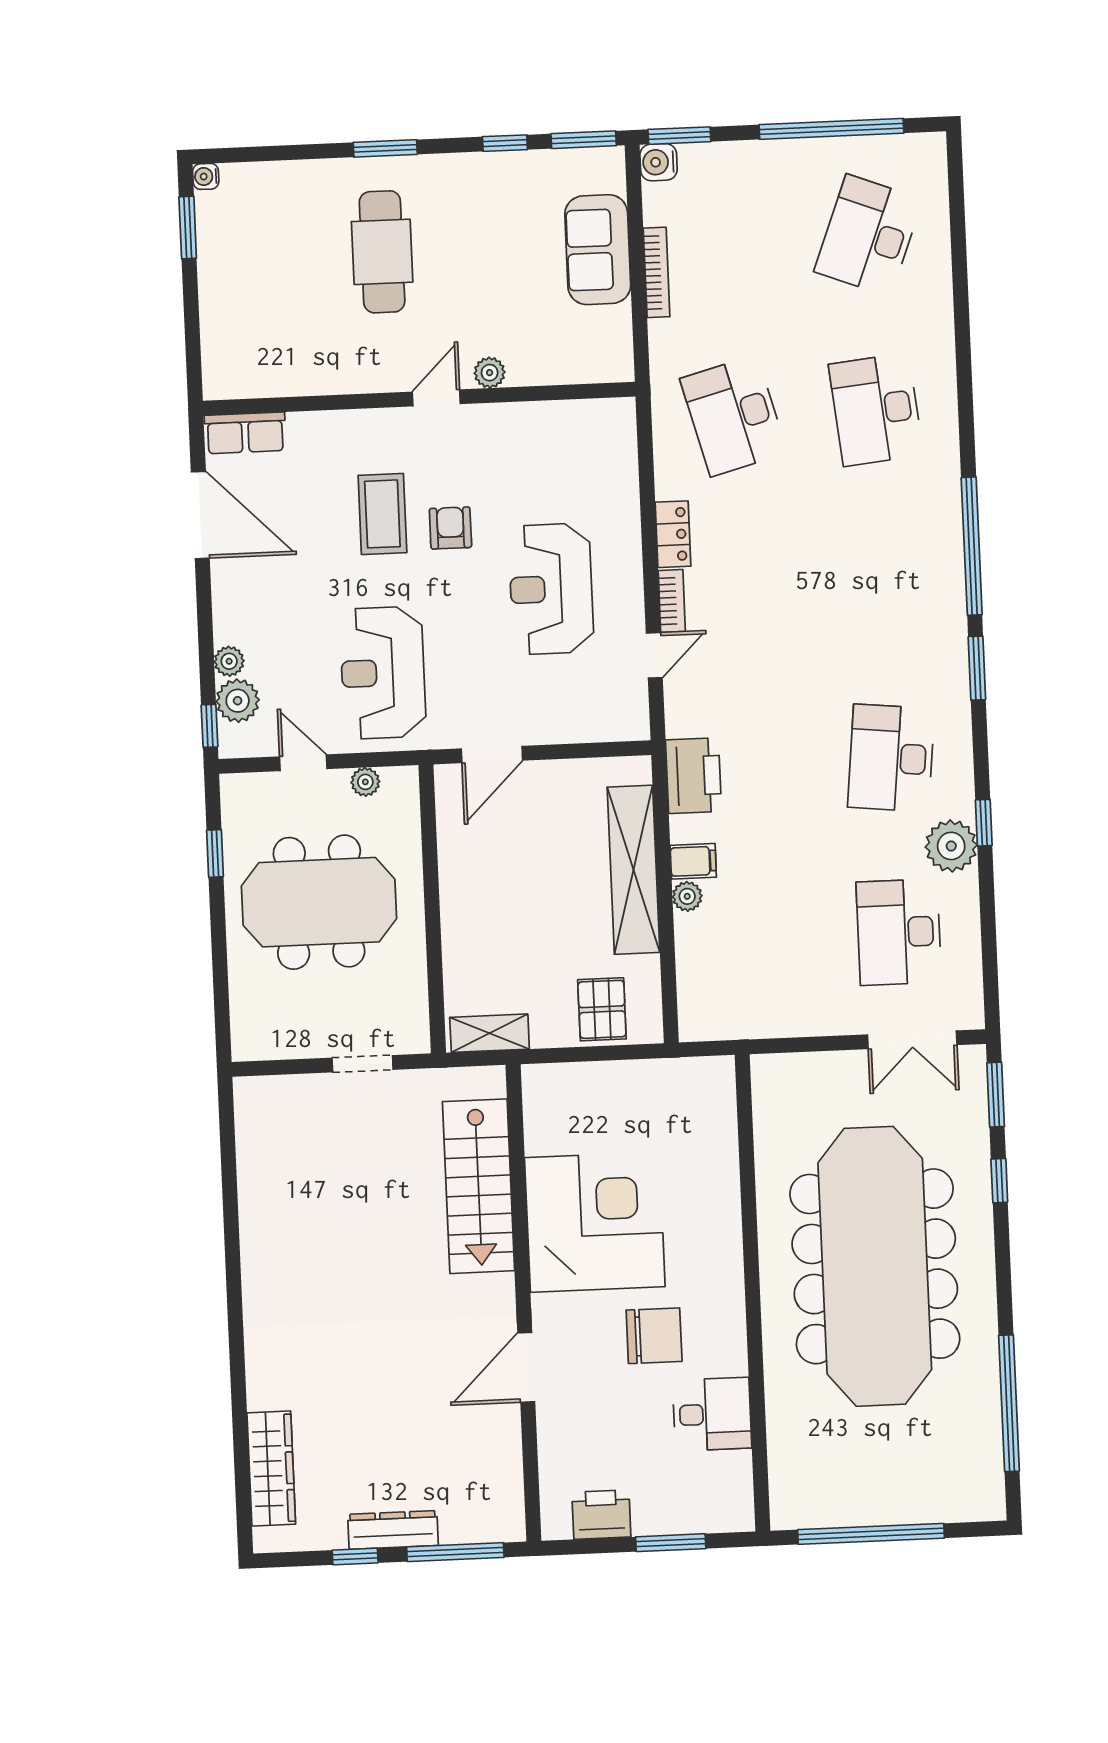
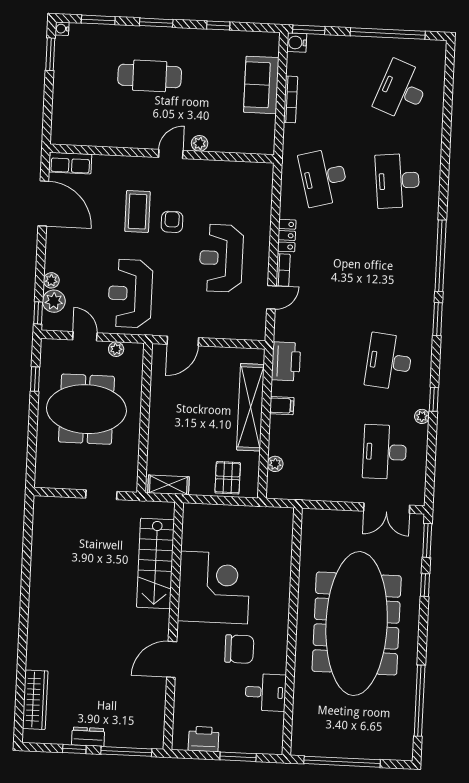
window: (584, 140) -> (98, 20), moved
cafe table: (382, 252) -> (150, 76), turned 90
plant: (951, 846) -> (422, 416), width x0.53, depth x0.53
plant: (687, 896) -> (275, 464), moved
dresser: (393, 1530) -> (88, 737), width x0.70

